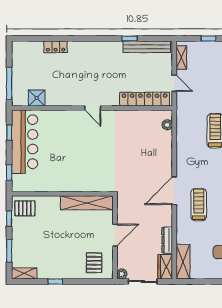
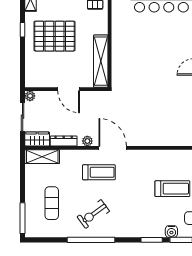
plant: (167, 125) -> (87, 141), moved
pallet: (94, 263) -> (55, 36), moved, width x2.05, depth x2.00

